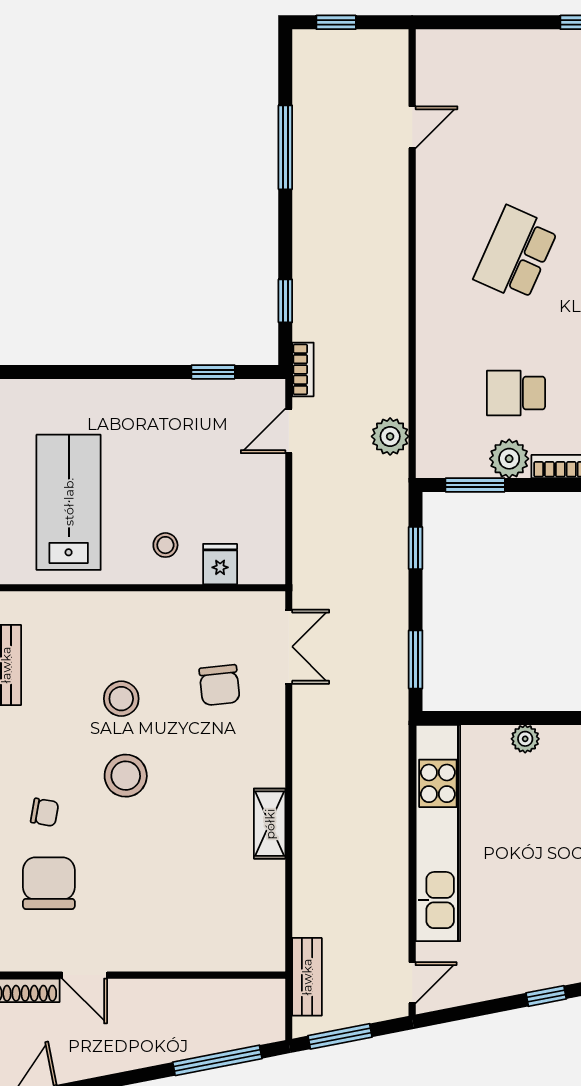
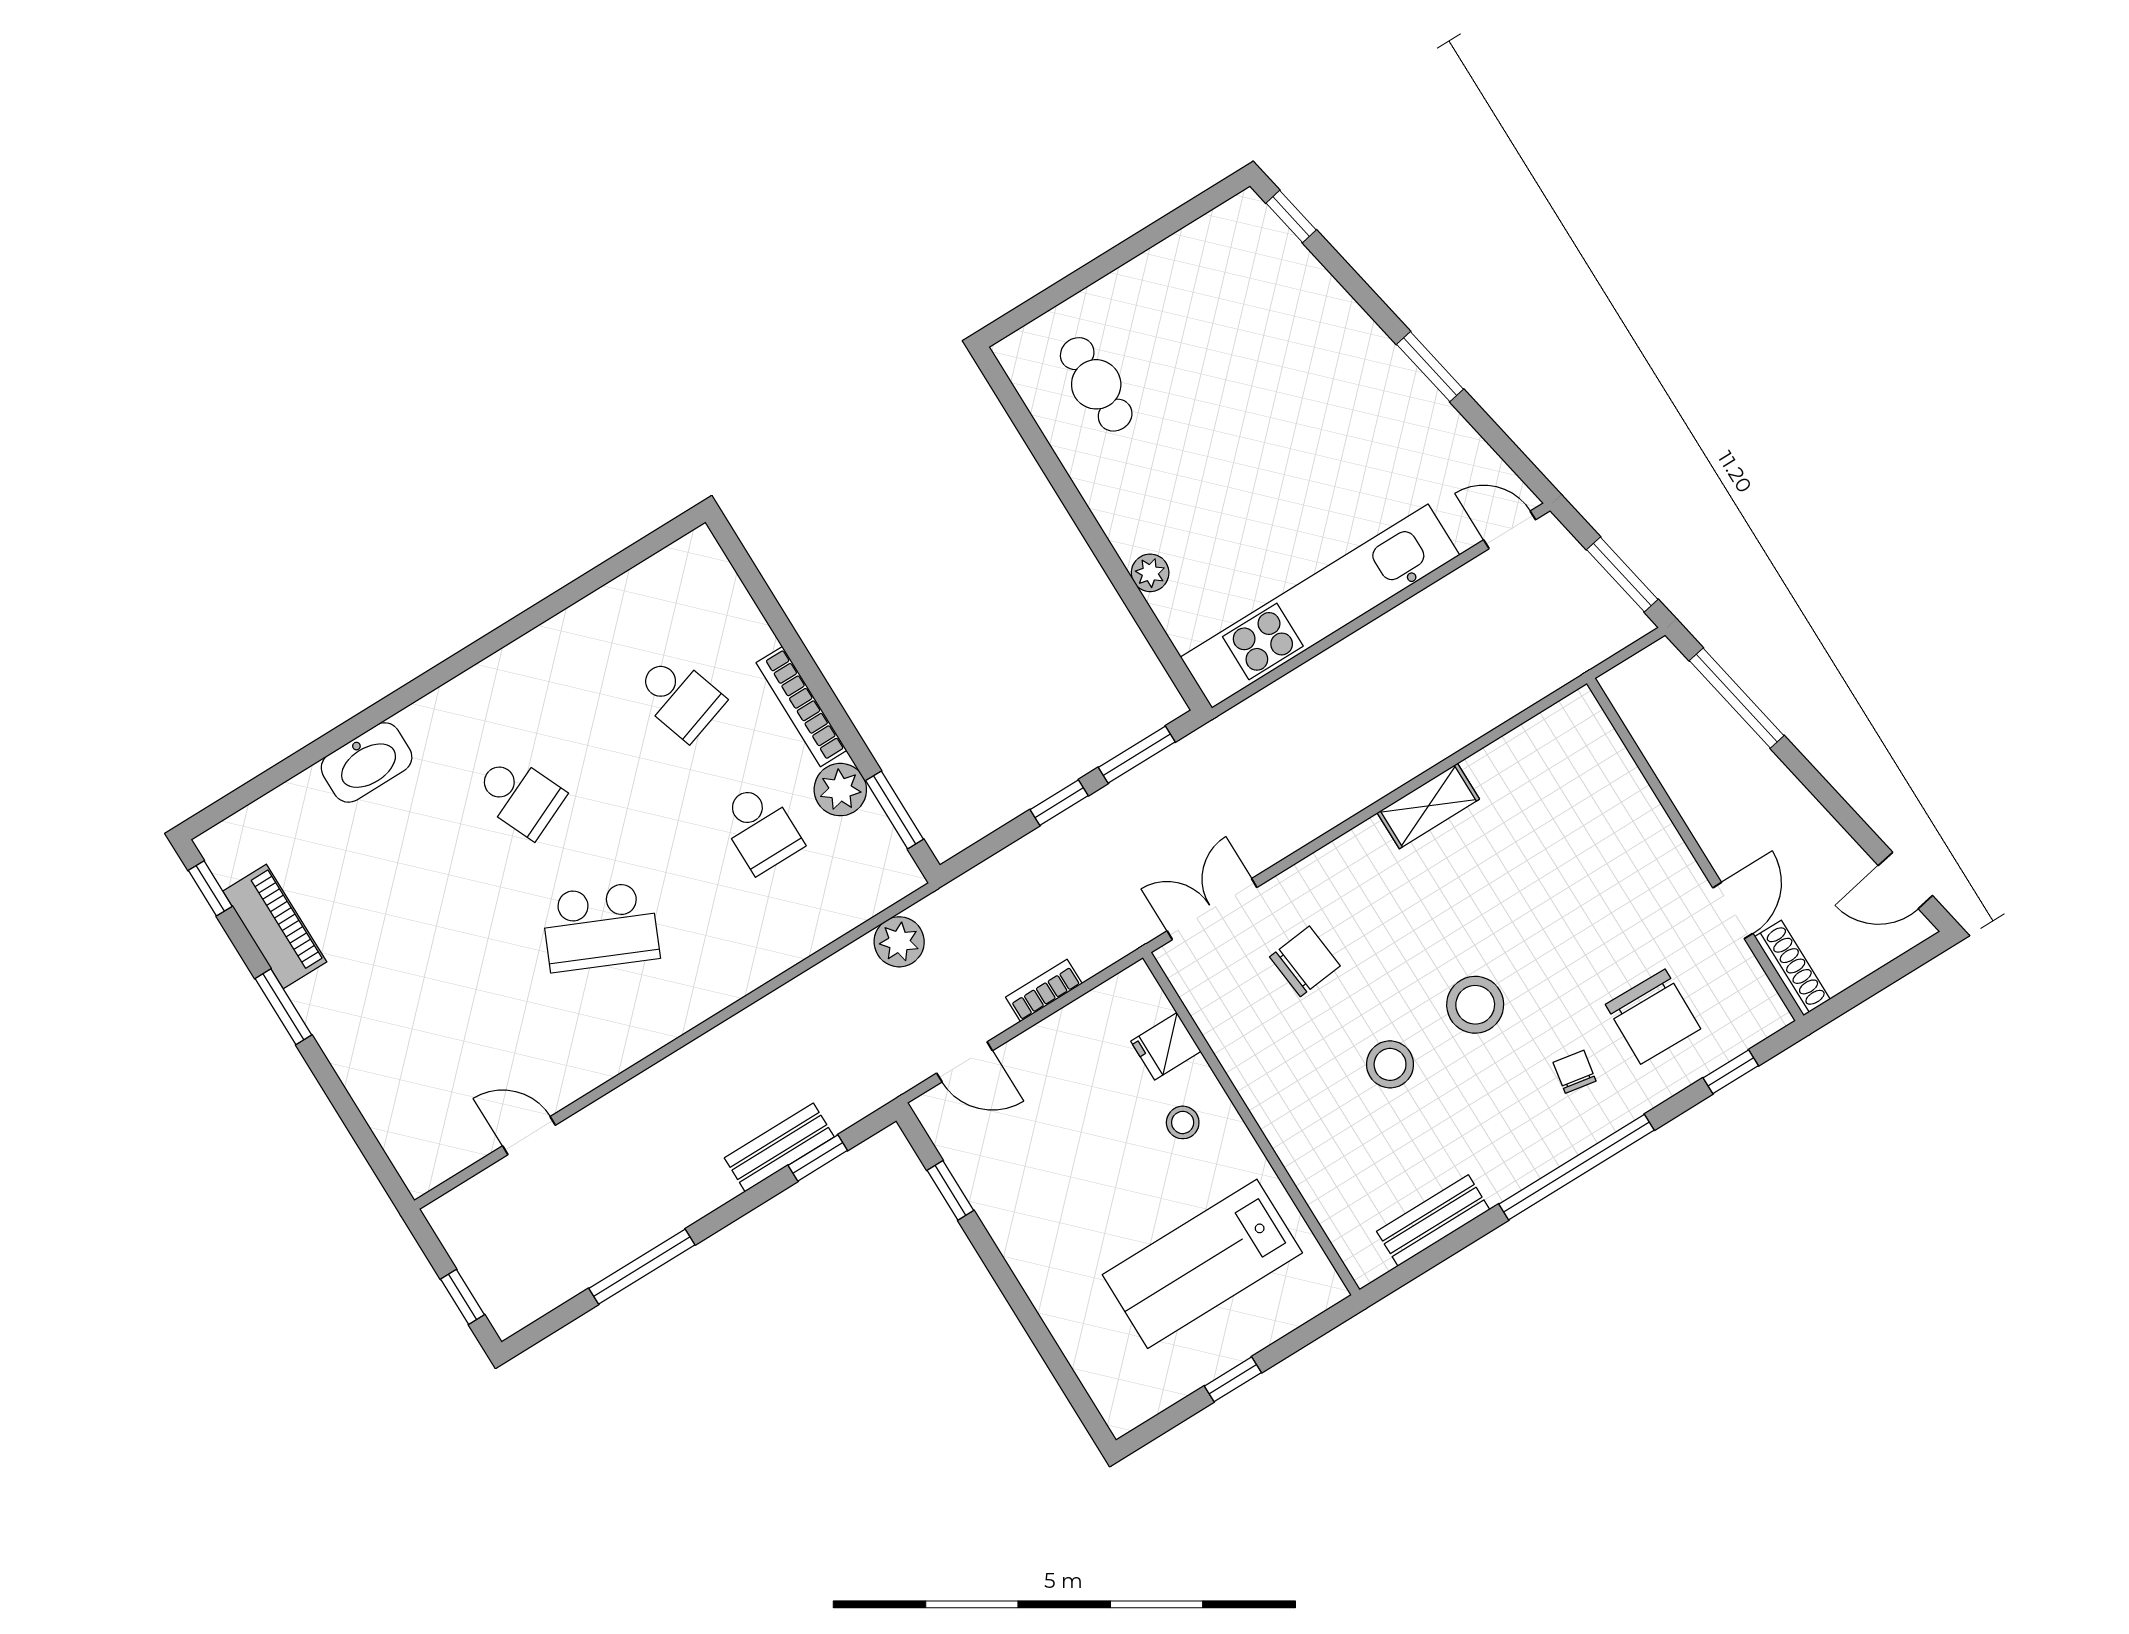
bookcase: (303, 369) -> (1044, 990), moved
window: (416, 548) -> (1059, 803), moved
chair: (49, 883) -> (1653, 1017), turned -89
bench: (307, 977) -> (779, 1147), moved
window: (546, 996) -> (1430, 367), width x1.50

